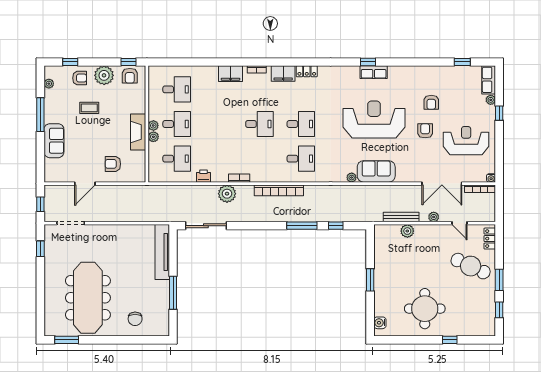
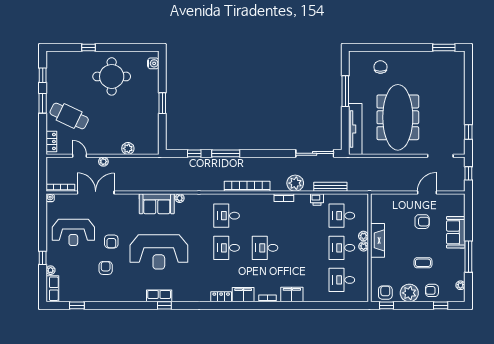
armchair: (113, 164) -> (422, 222), moved
bench: (401, 217) -> (330, 187), moved
meeting table: (88, 298) -> (398, 117), moved

